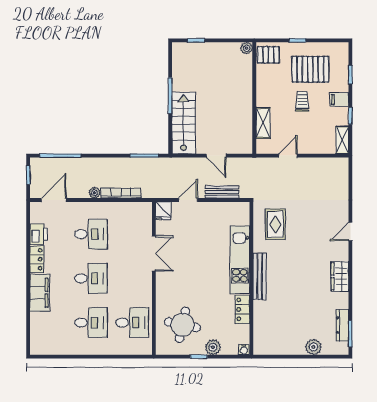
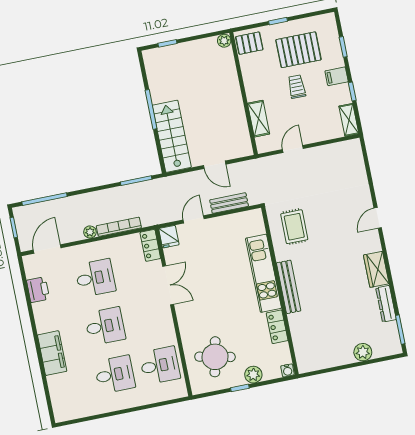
locker: (37, 259) -> (150, 245), moved, turned 180
dresser: (342, 325) -> (386, 304), moved

